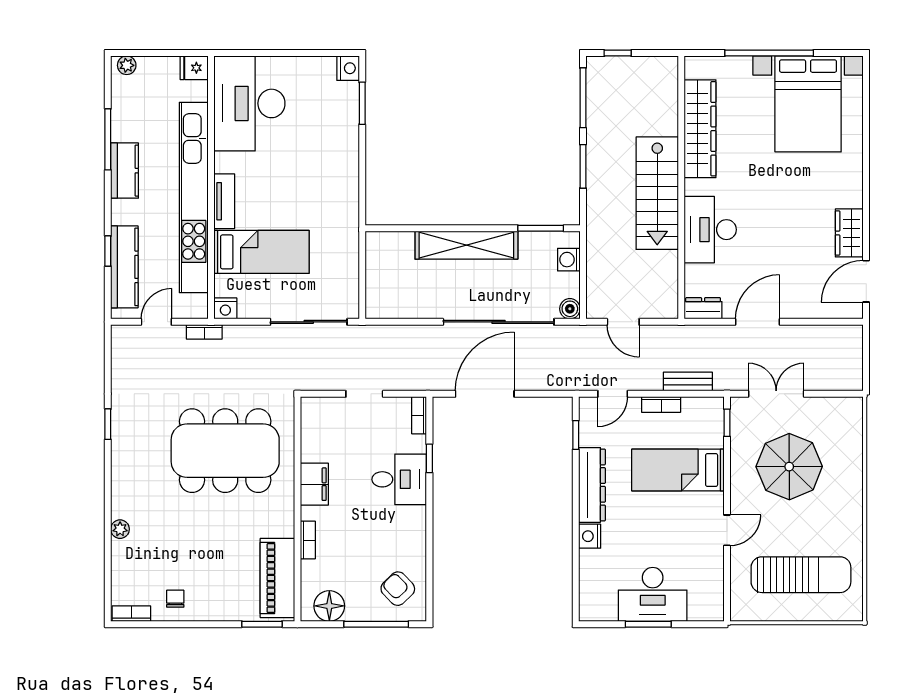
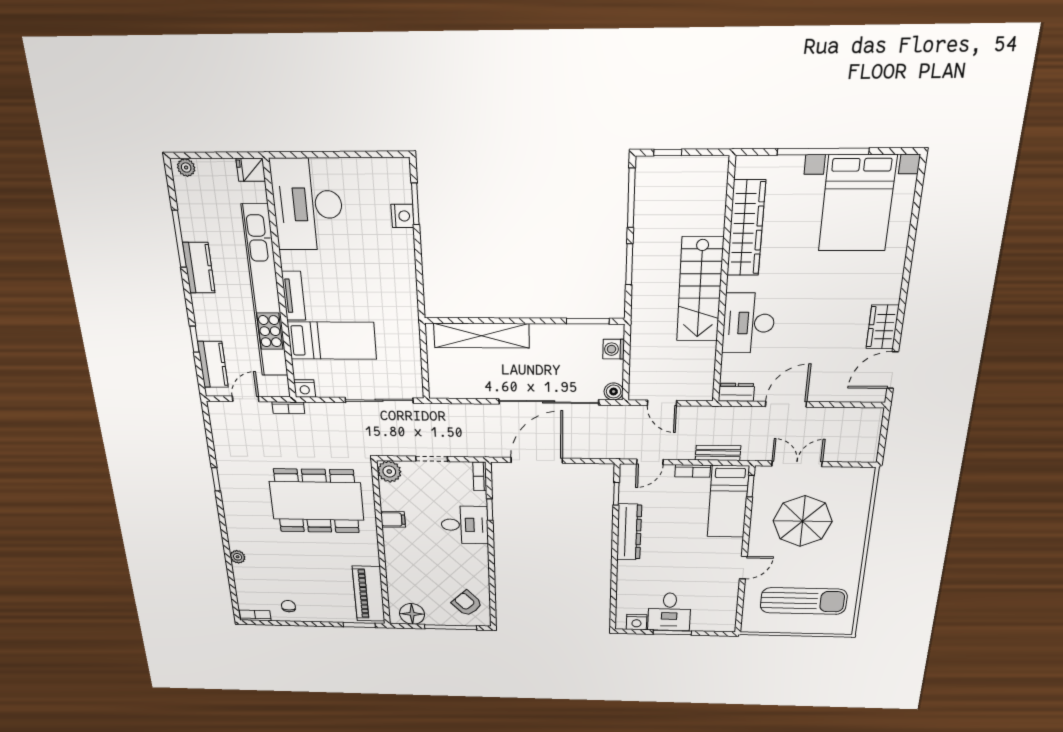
nightstand: (348, 68) -> (402, 216), moved
shelving: (466, 245) -> (481, 336), moved
kitchen counter: (124, 267) -> (213, 364), width x0.67
plant: (314, 411) -> (389, 471), added
bed: (678, 470) -> (728, 502), moved, turned -90
filing cabinet: (314, 484) -> (393, 519), width x0.50
nightstand: (590, 536) -> (636, 622), moved, turned -90
bookcase: (308, 540) -> (391, 568), removed
desk: (653, 594) -> (669, 612), width x0.73

